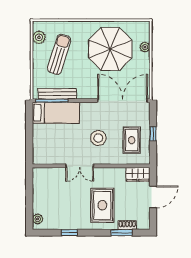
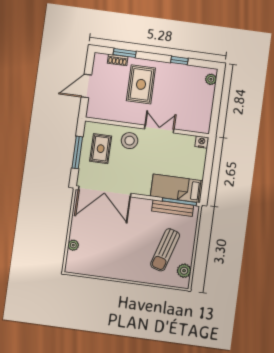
parasol: (110, 49) -> (110, 248), removed
window: (153, 134) -> (77, 152), width x2.17
stool: (98, 138) -> (130, 141), moved
nightstand: (38, 159) -> (202, 142), added
wardrobe: (138, 174) -> (99, 112), removed

